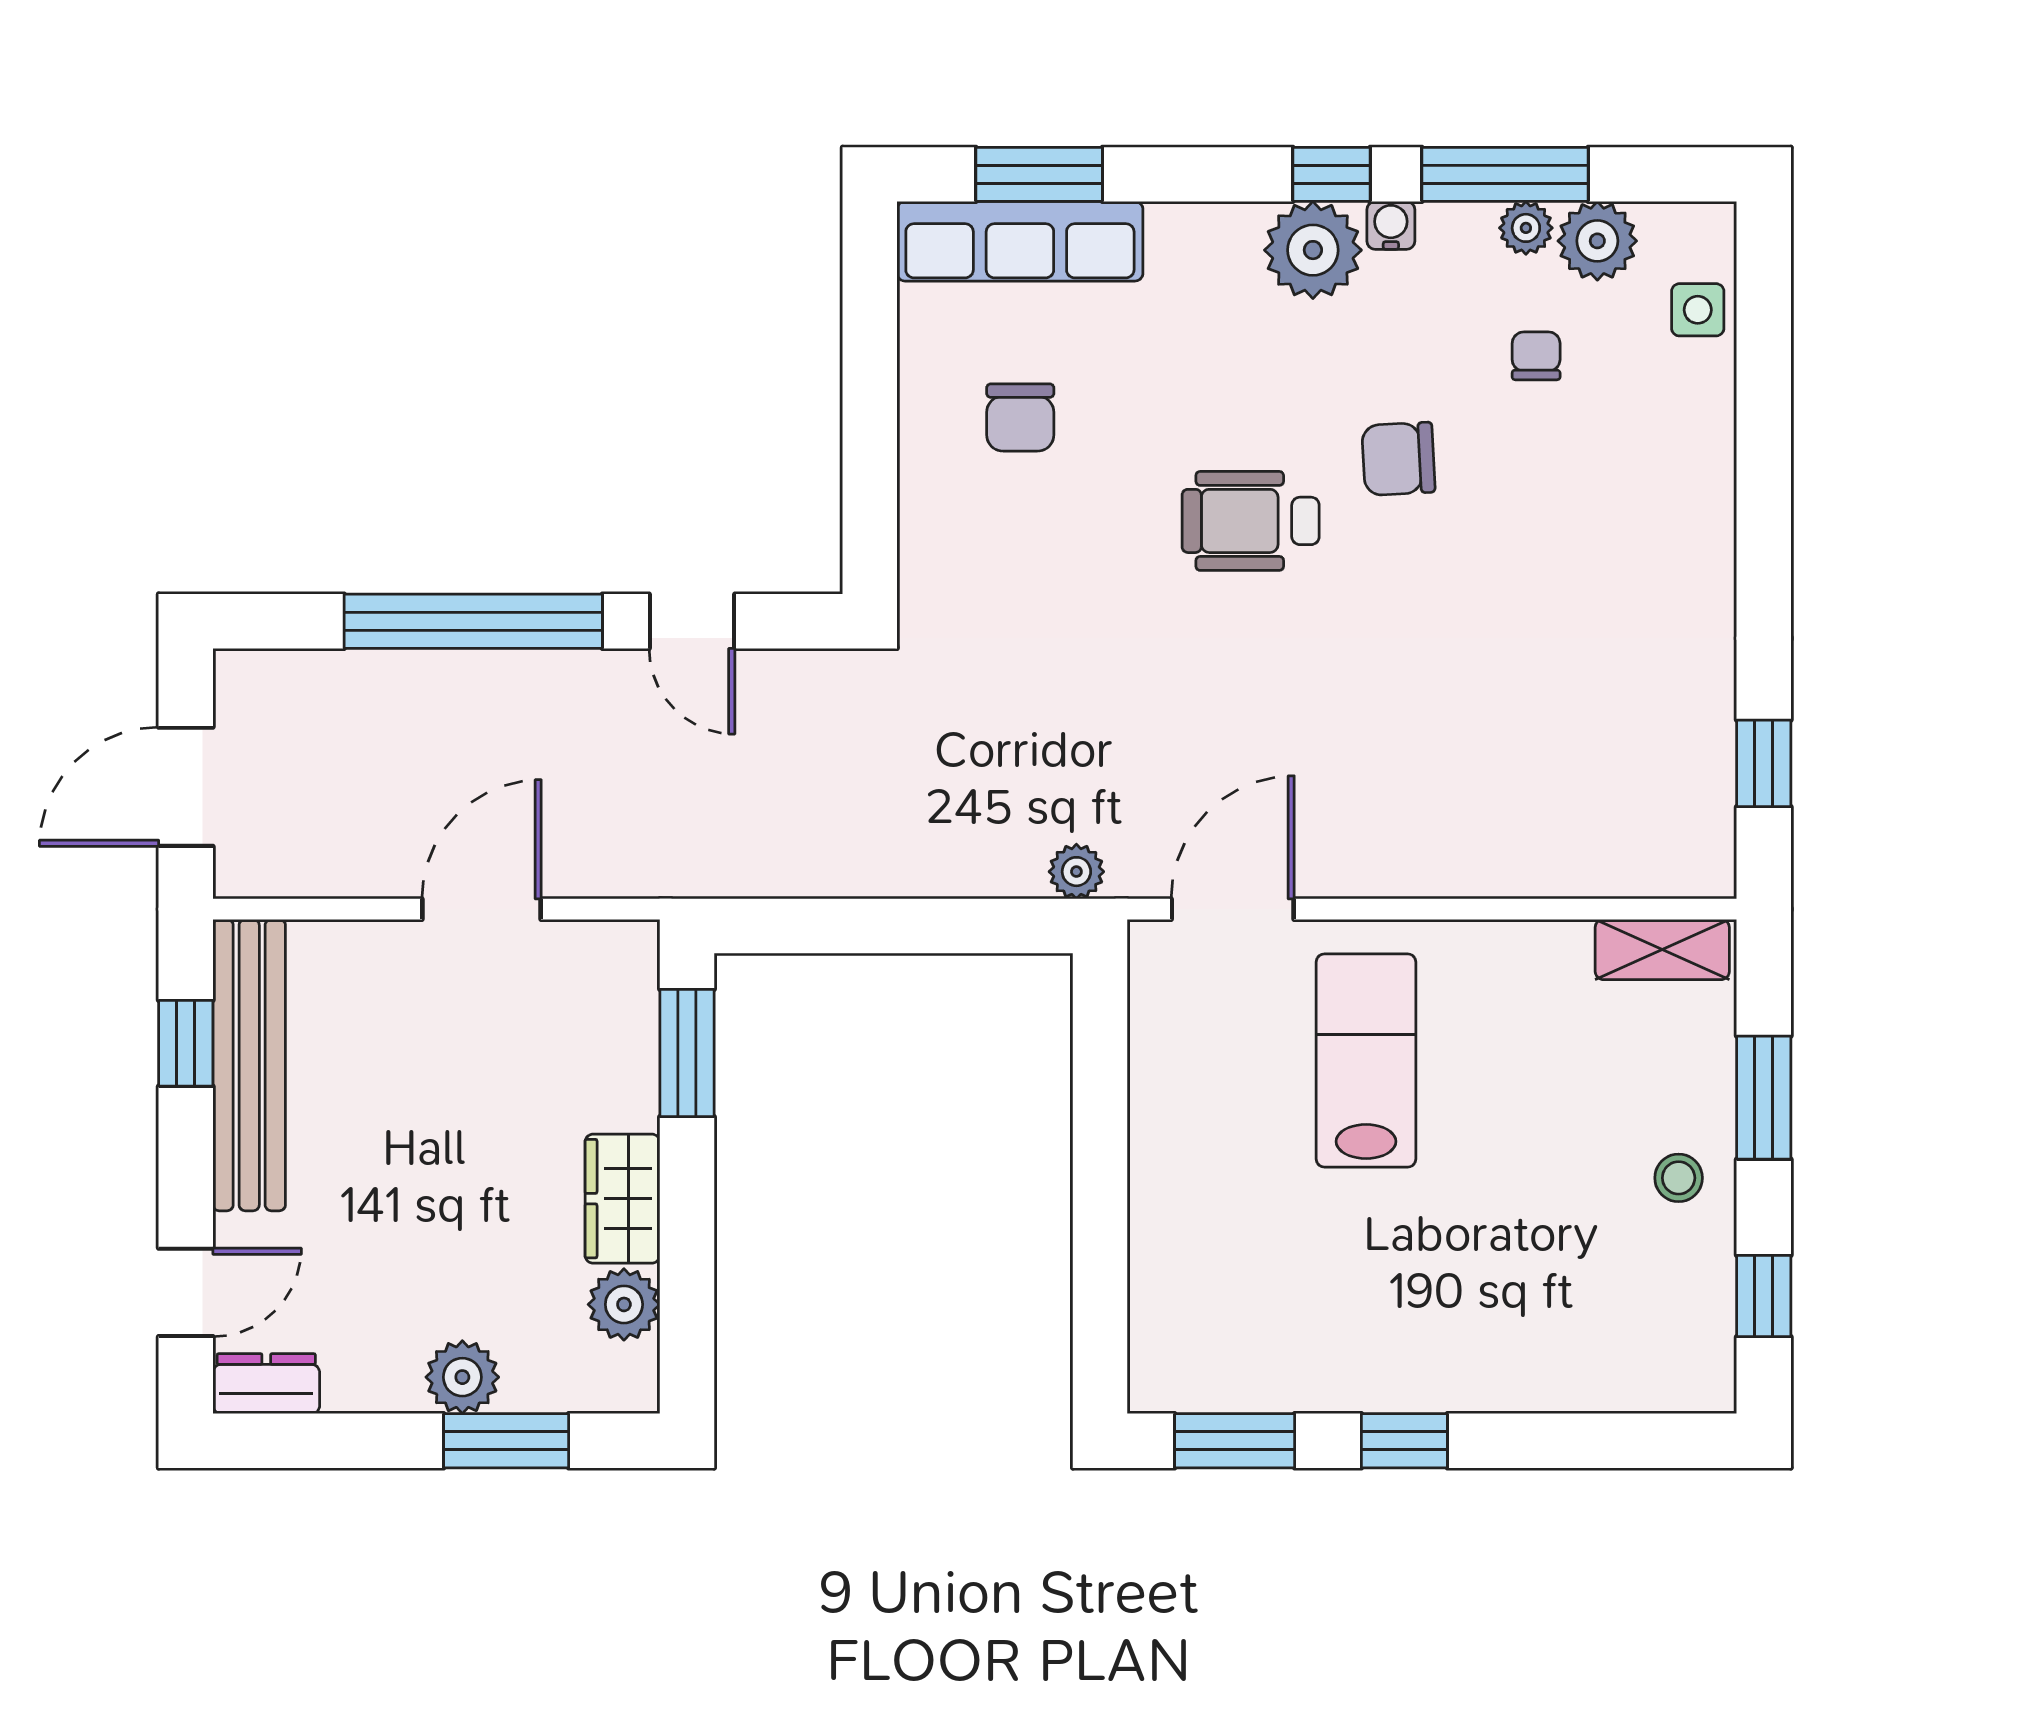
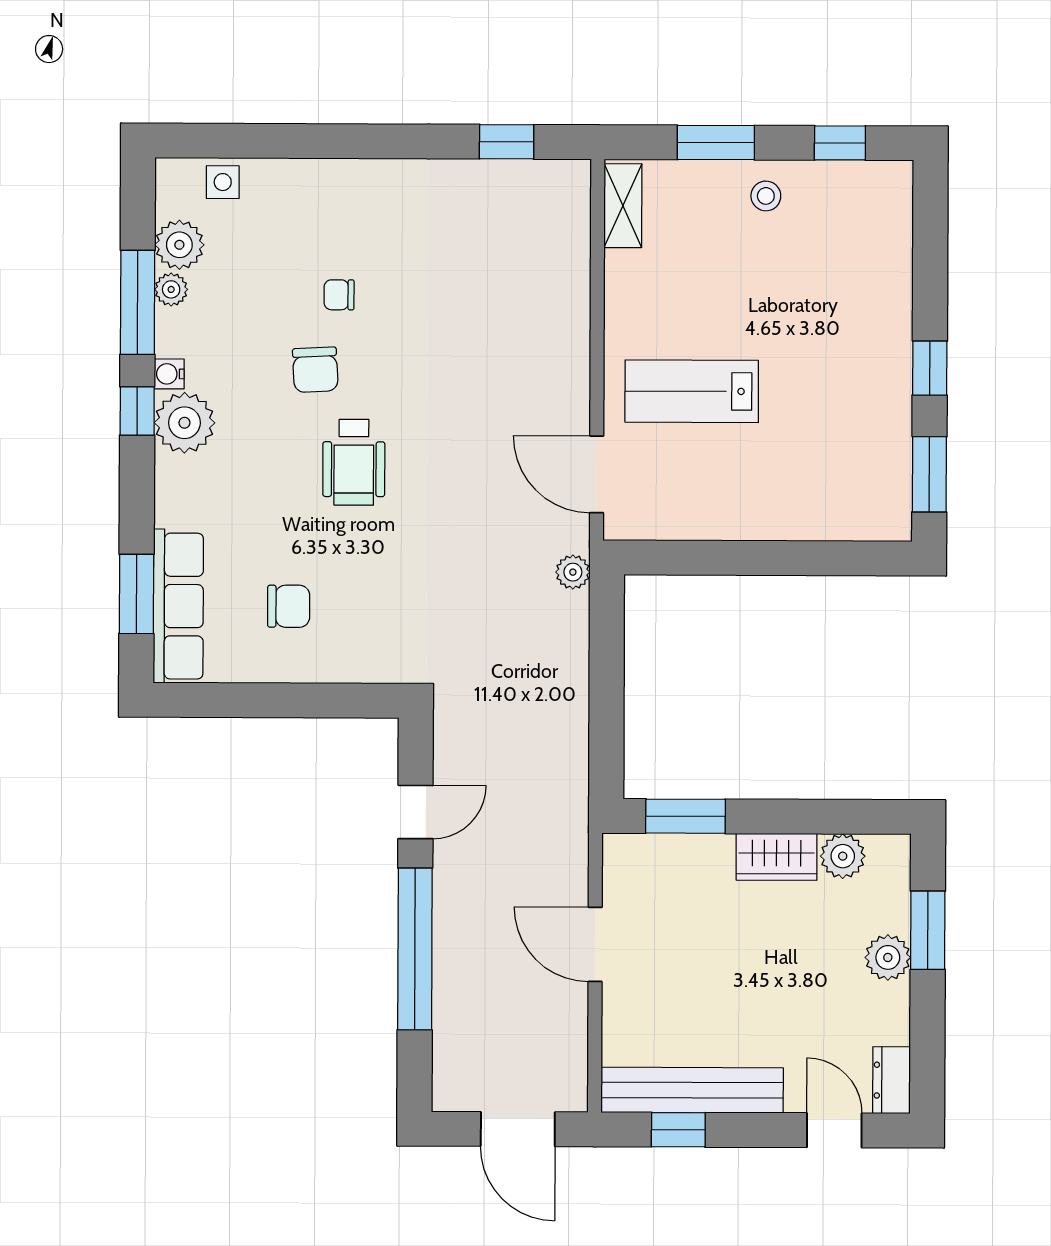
chair: (1536, 356) -> (339, 295), moved

